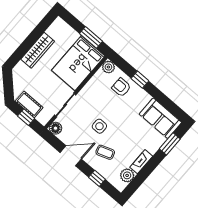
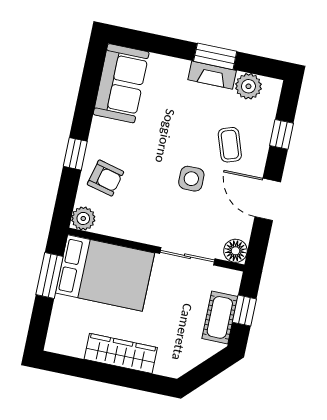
armchair: (121, 87) -> (105, 178), turned -76
window: (170, 144) -> (215, 56), moved

